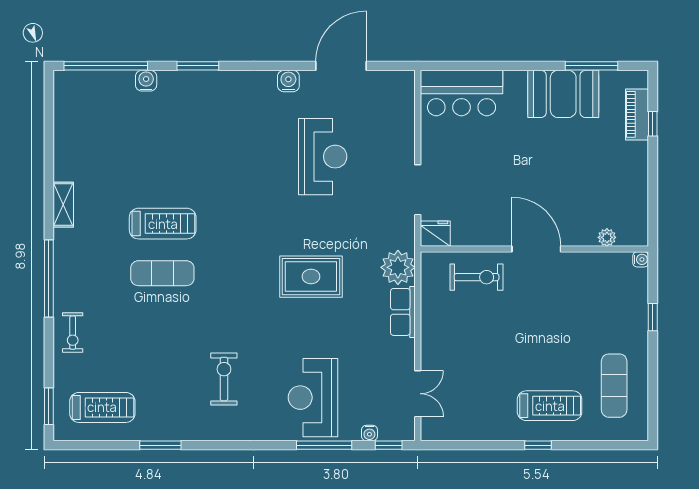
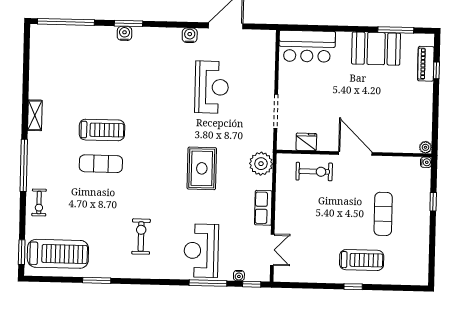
water cooler: (146, 81) -> (124, 33), moved
fridge: (435, 234) -> (306, 142), moved
plant: (607, 237) -> (425, 147), moved
rug: (311, 277) -> (202, 168), turned 90
row of seats: (403, 312) -> (263, 208), moved
exercise mat: (614, 386) -> (383, 214), moved
treadmill: (102, 407) -> (58, 254), width x1.37, depth x1.38

